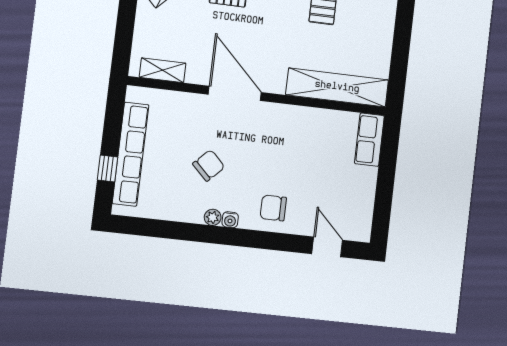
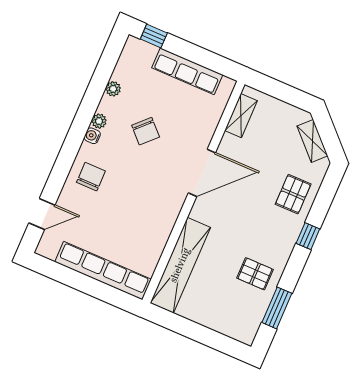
row of seats: (369, 140) -> (103, 271), width x2.02
row of seats: (131, 154) -> (187, 71), width x0.73
window: (107, 169) -> (154, 36), moved
plant: (174, 213) -> (113, 89), added

